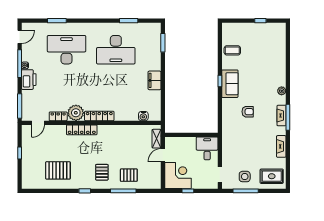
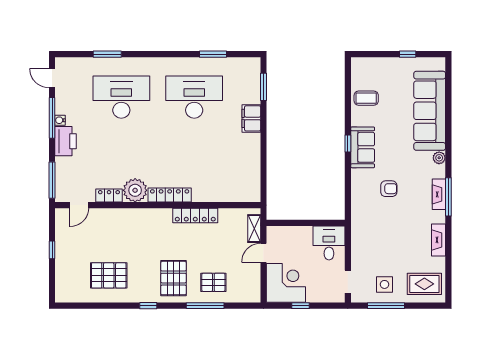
door: (20, 37) -> (52, 78), swing flipped
desk: (116, 50) -> (194, 97), turned 180
sofa: (275, 59) -> (430, 111), added
filing cabinet: (155, 80) -> (251, 118), moved
water cooler: (143, 116) -> (235, 195), removed
locker: (82, 130) -> (195, 215), moved
pallet: (102, 172) -> (174, 278), width x1.50, depth x1.42

